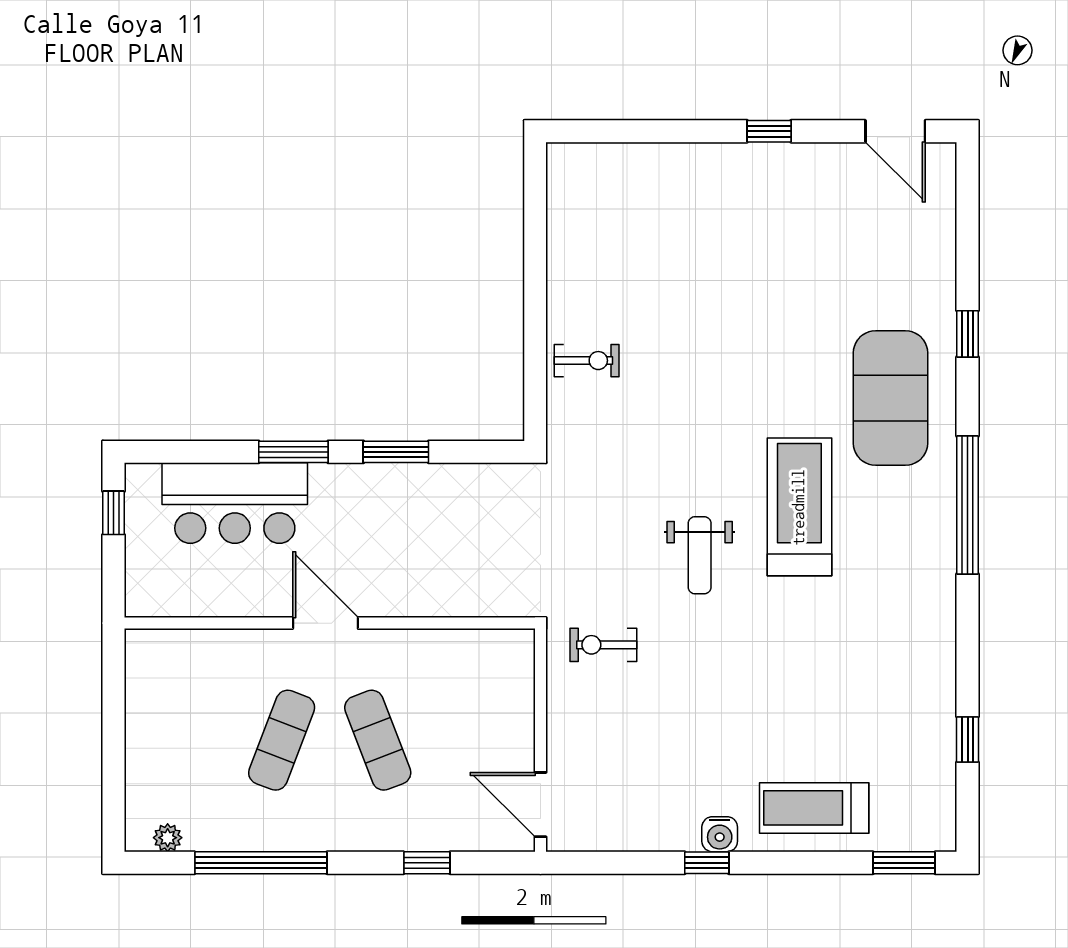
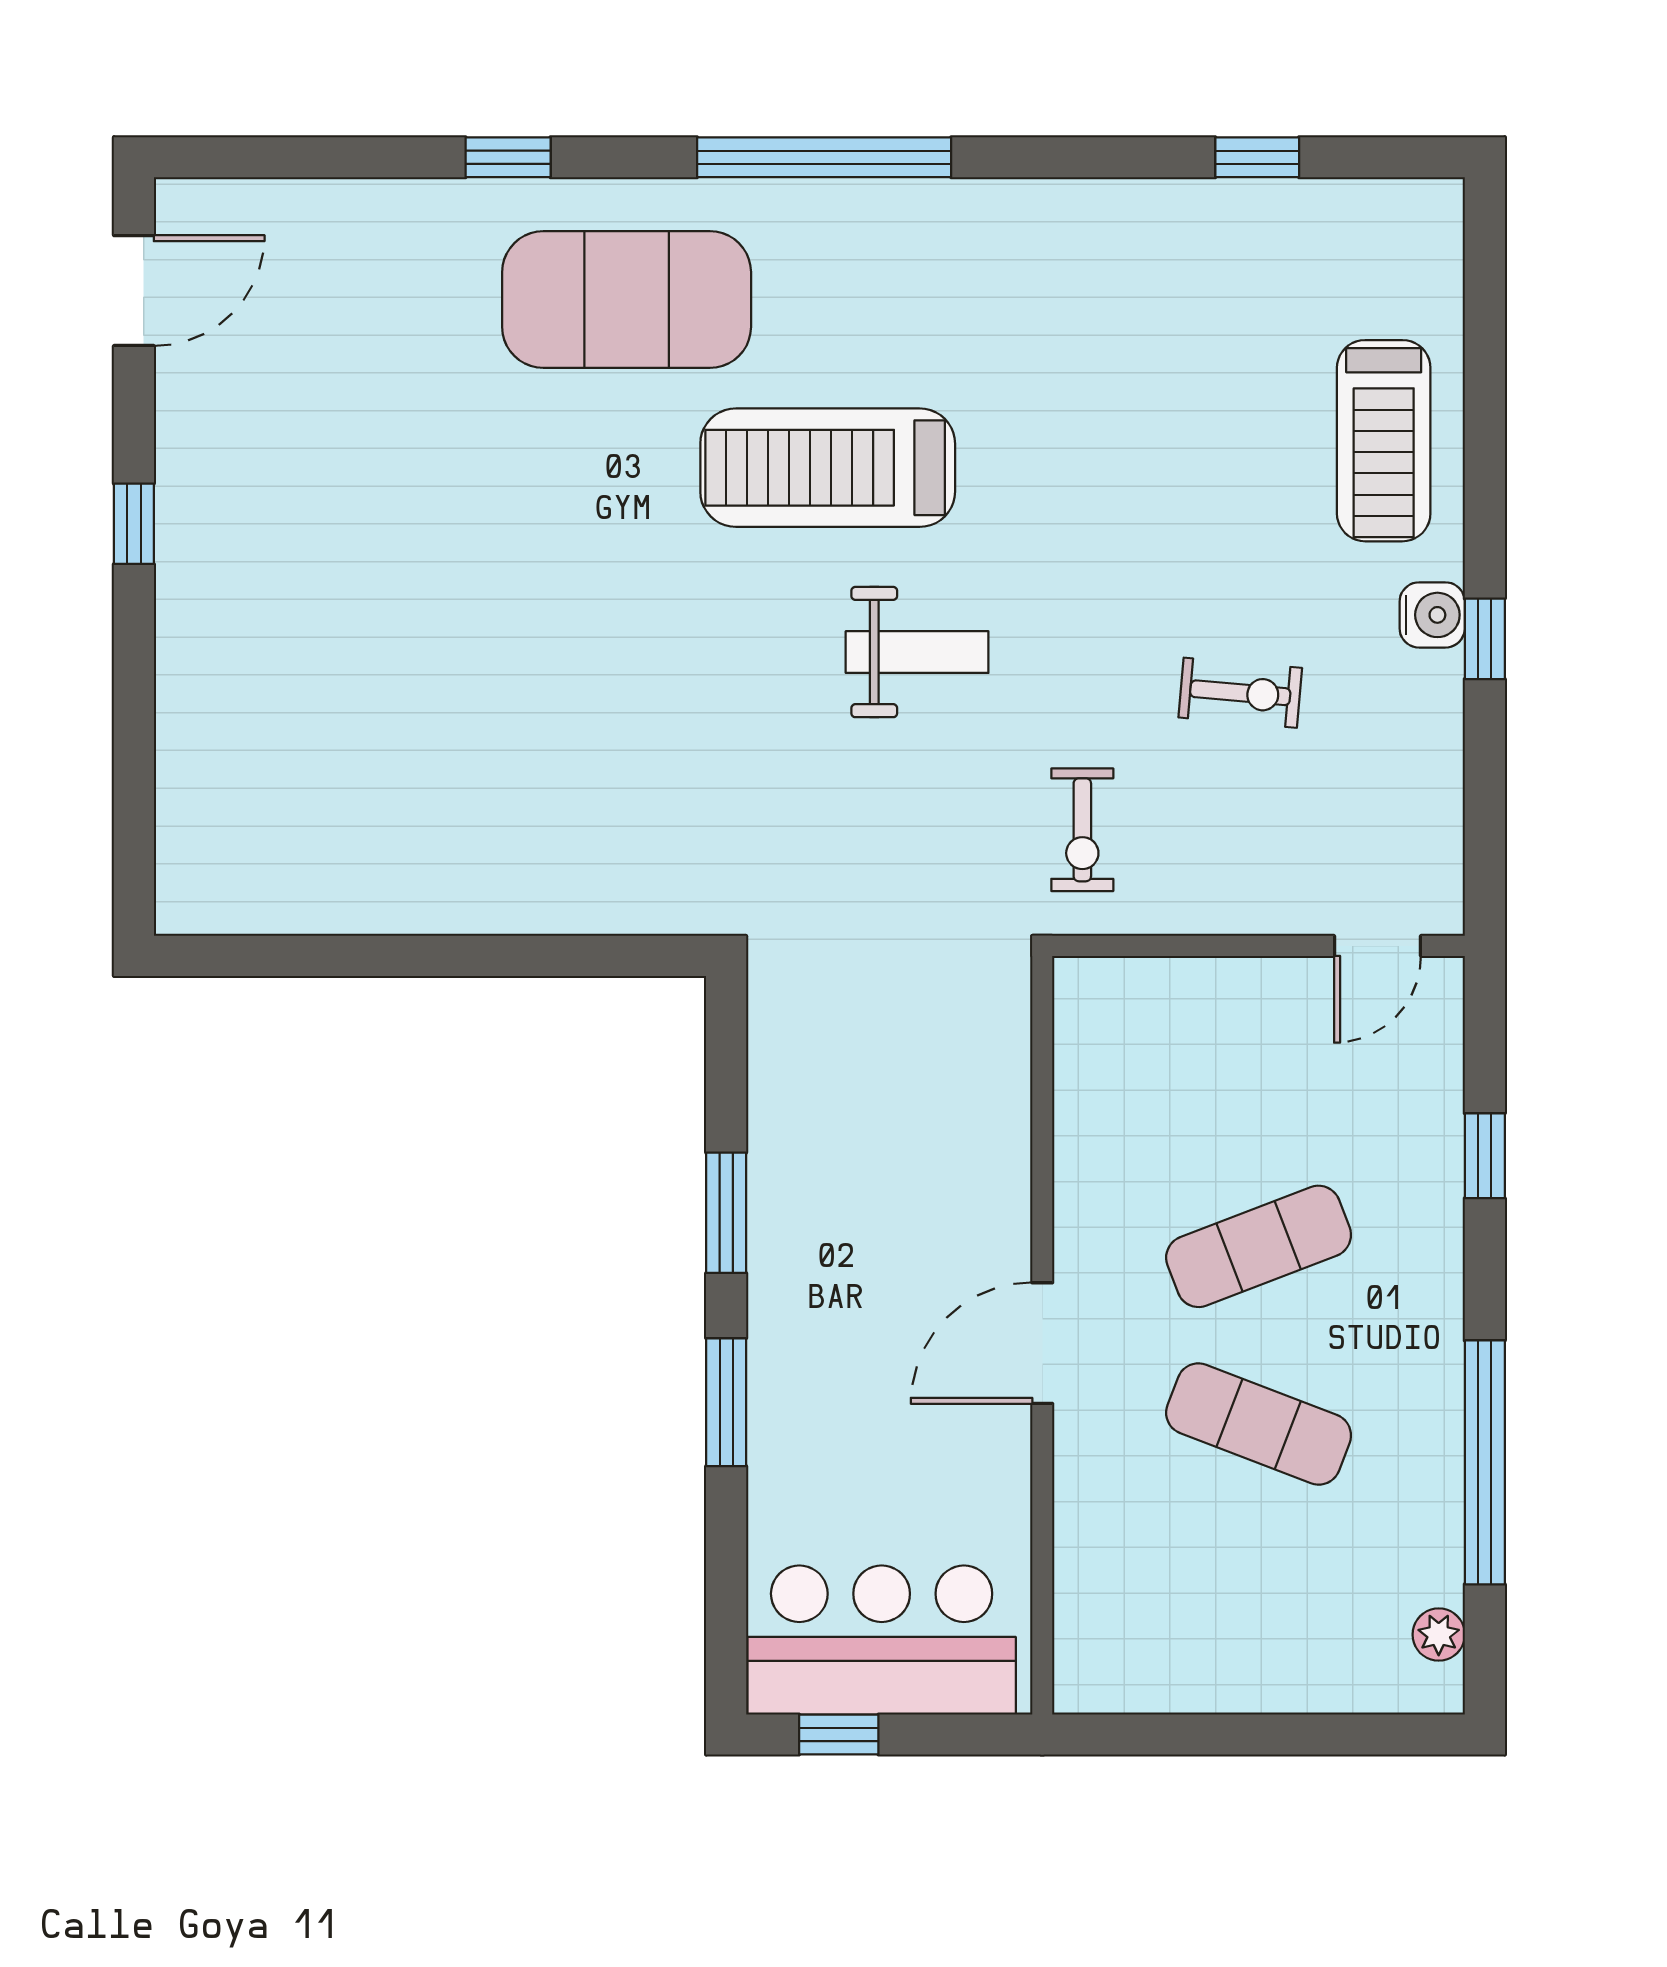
exercise bike: (587, 361) -> (1240, 693), moved, turned 95
bar counter: (235, 503) -> (882, 1640), moved, turned -90
door: (540, 805) -> (1377, 946), width x0.73
window: (904, 863) -> (1485, 274), removed

